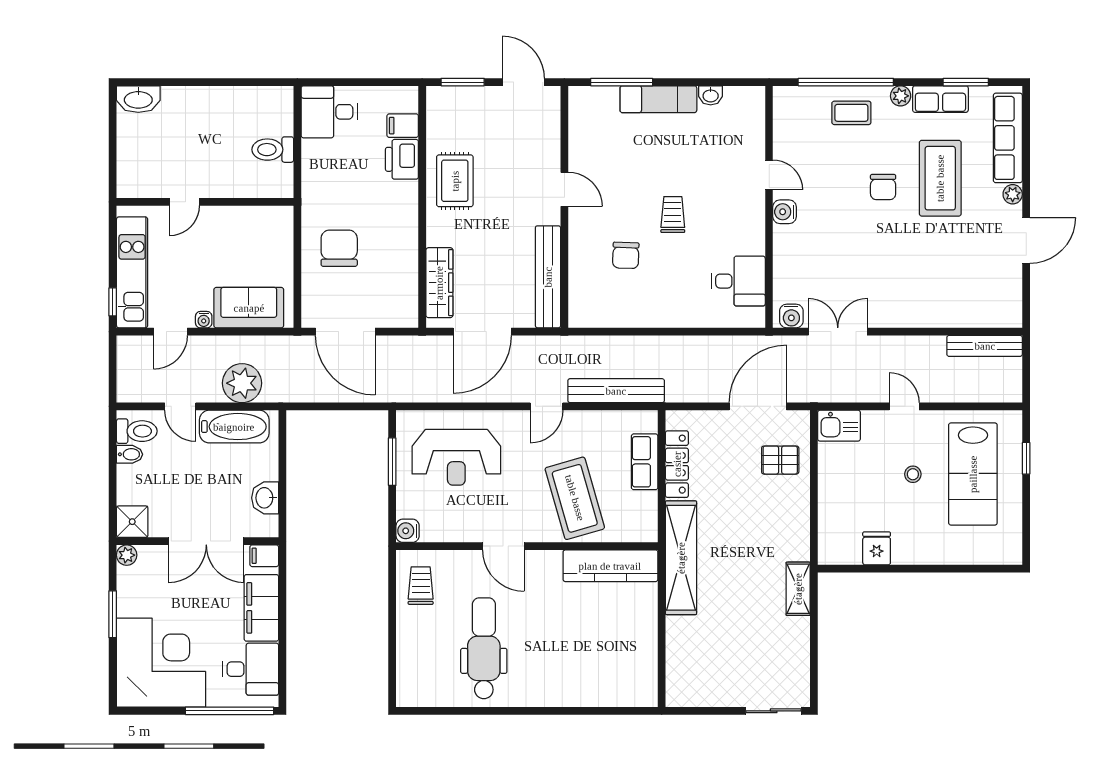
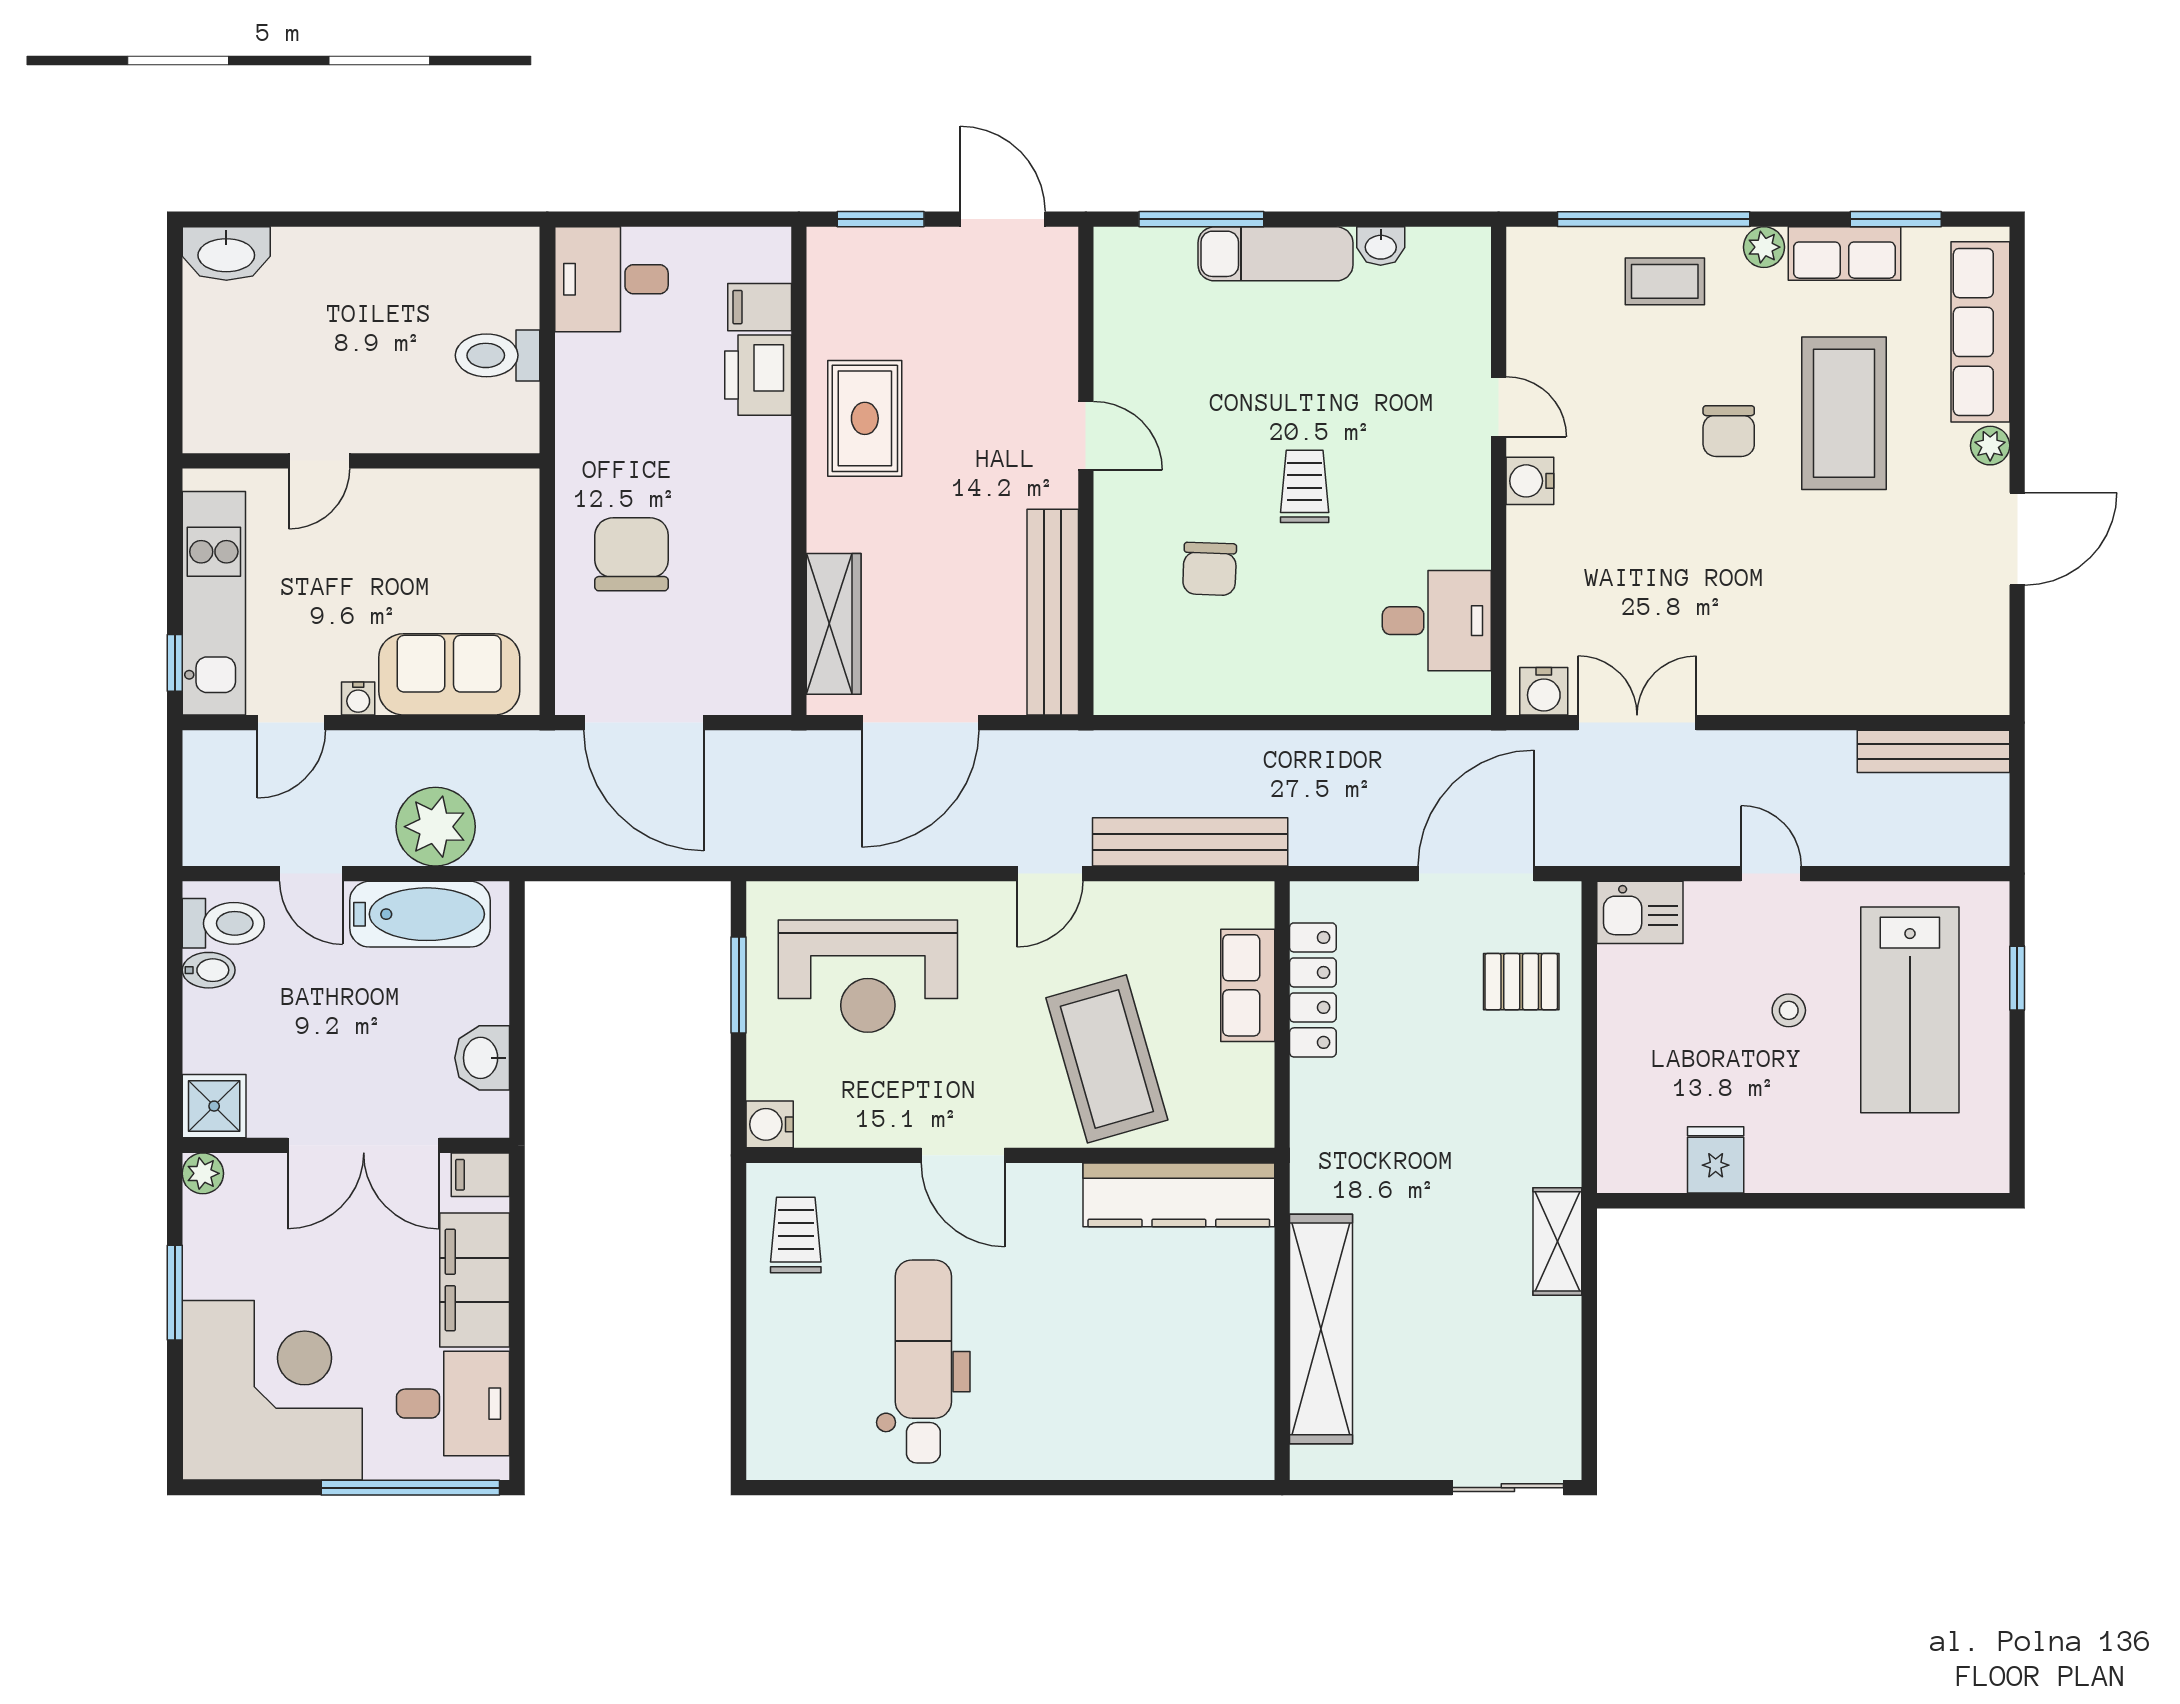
shelving: (681, 558) -> (1321, 1329), moved

